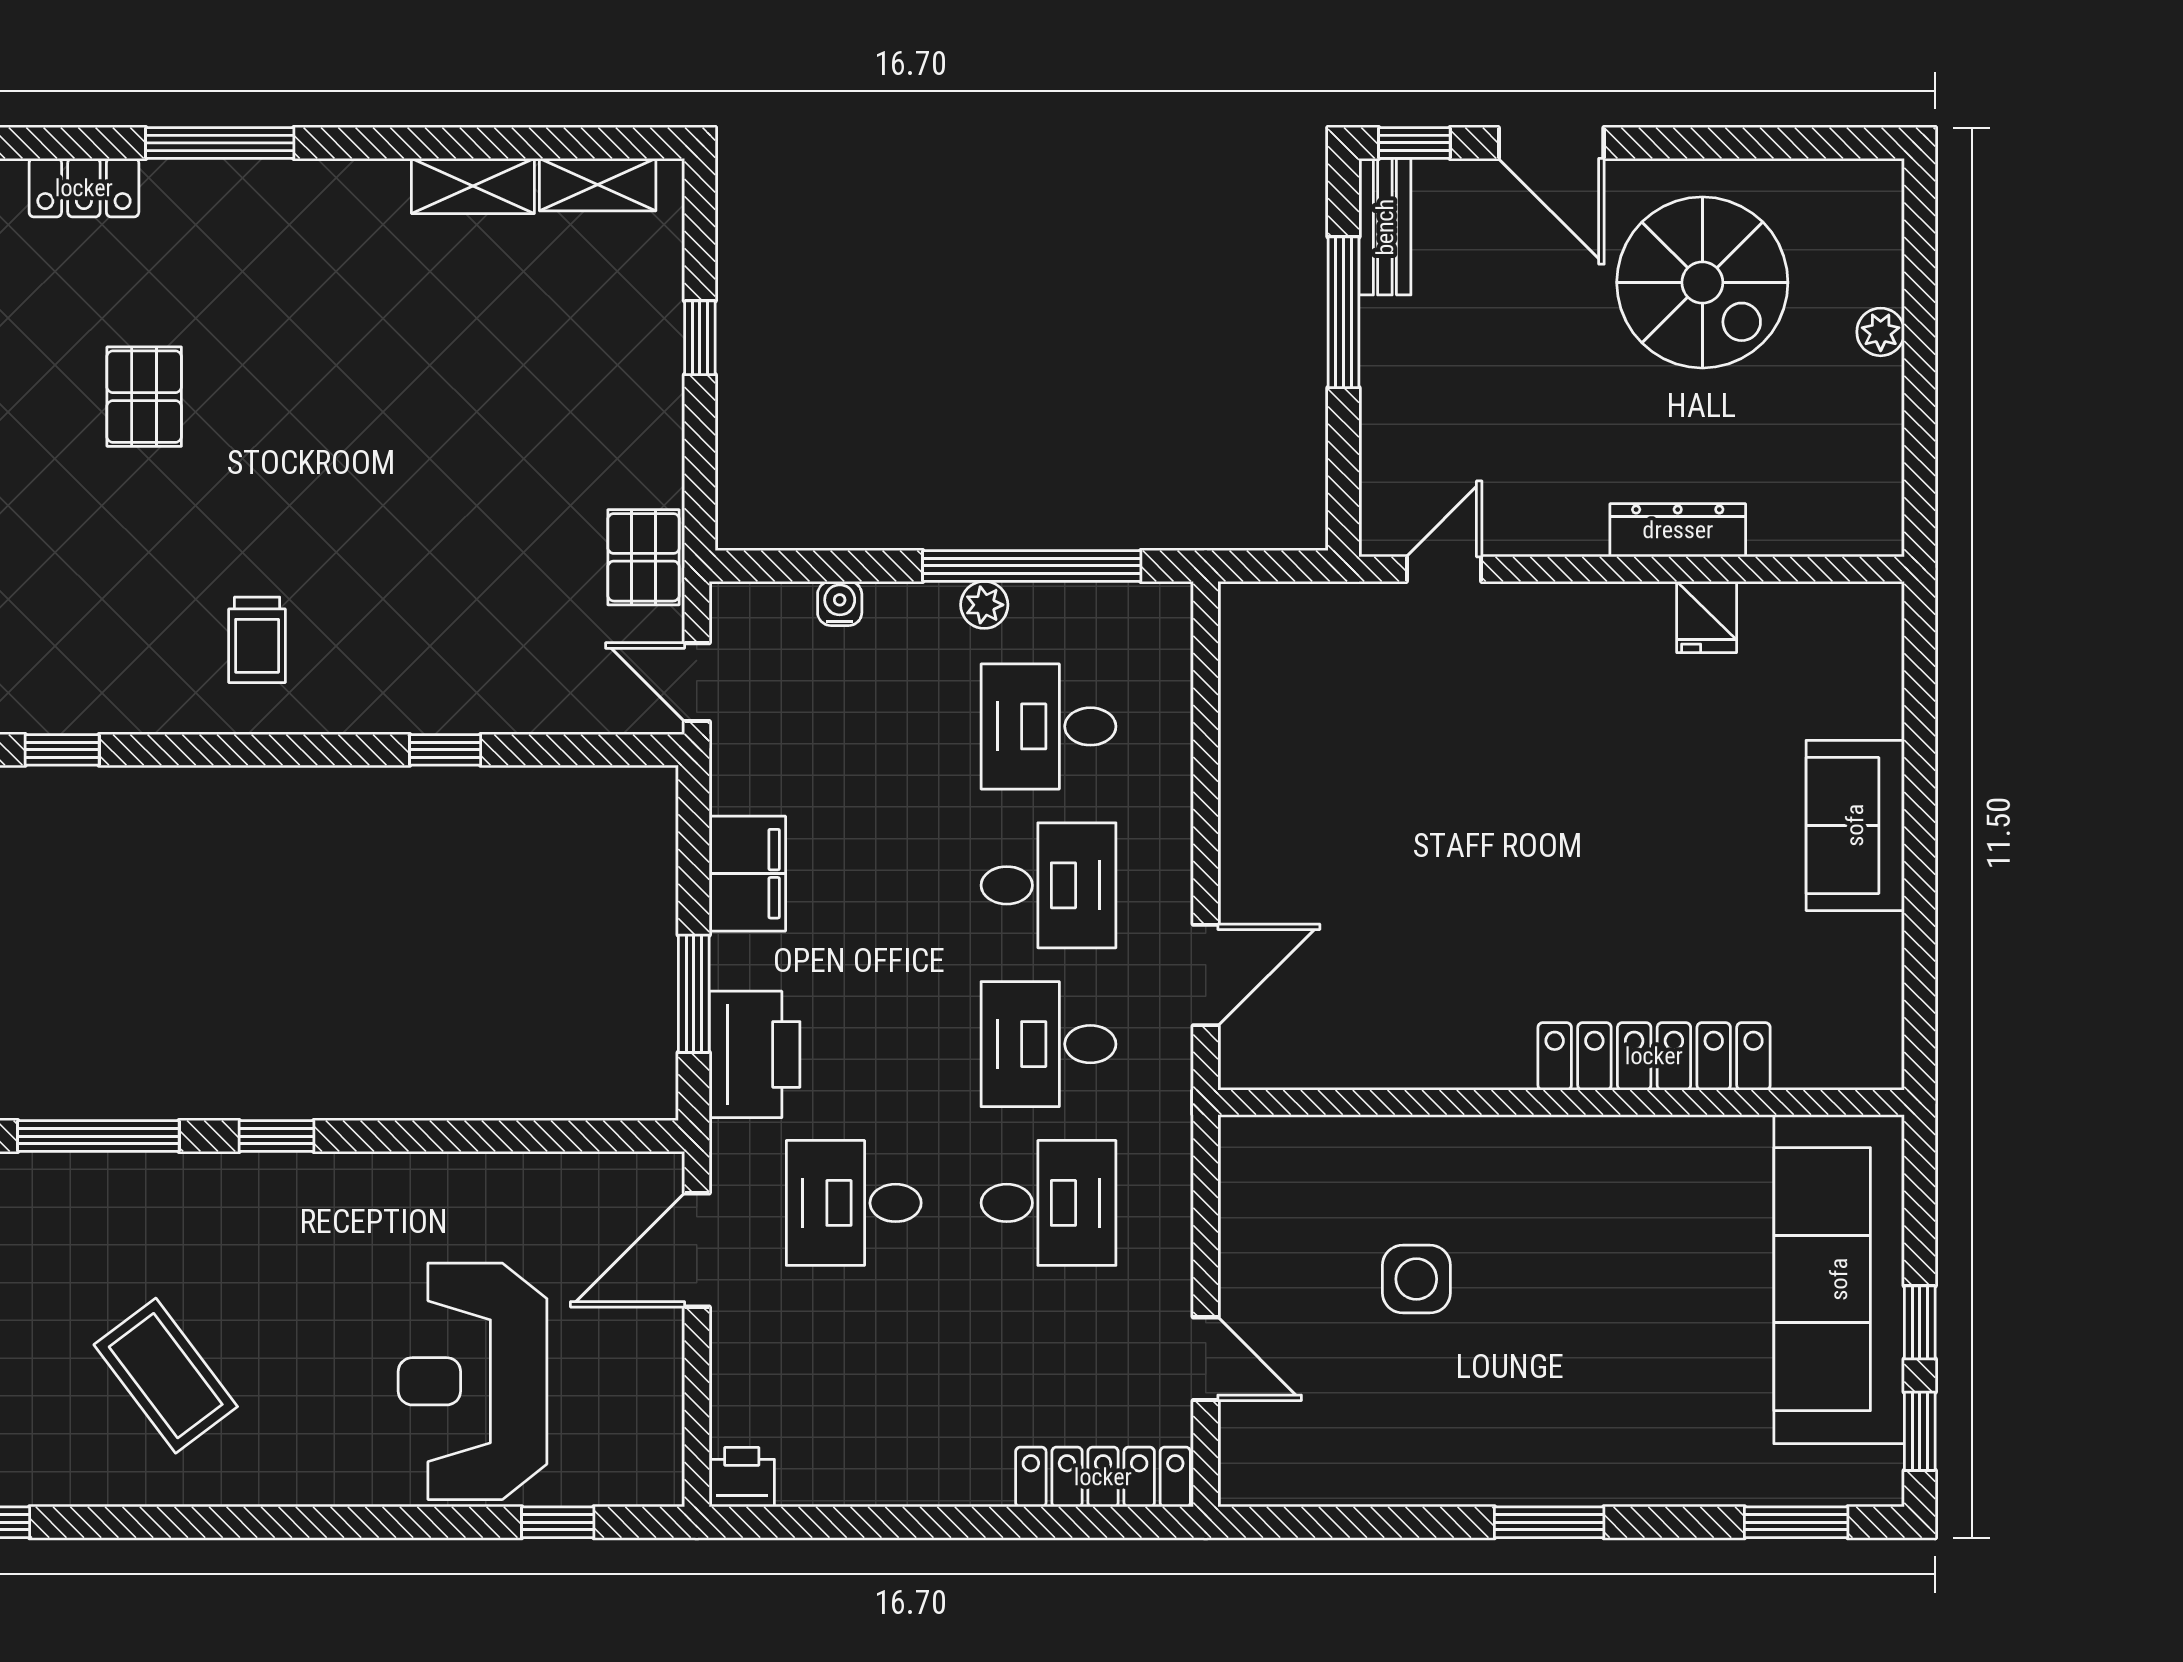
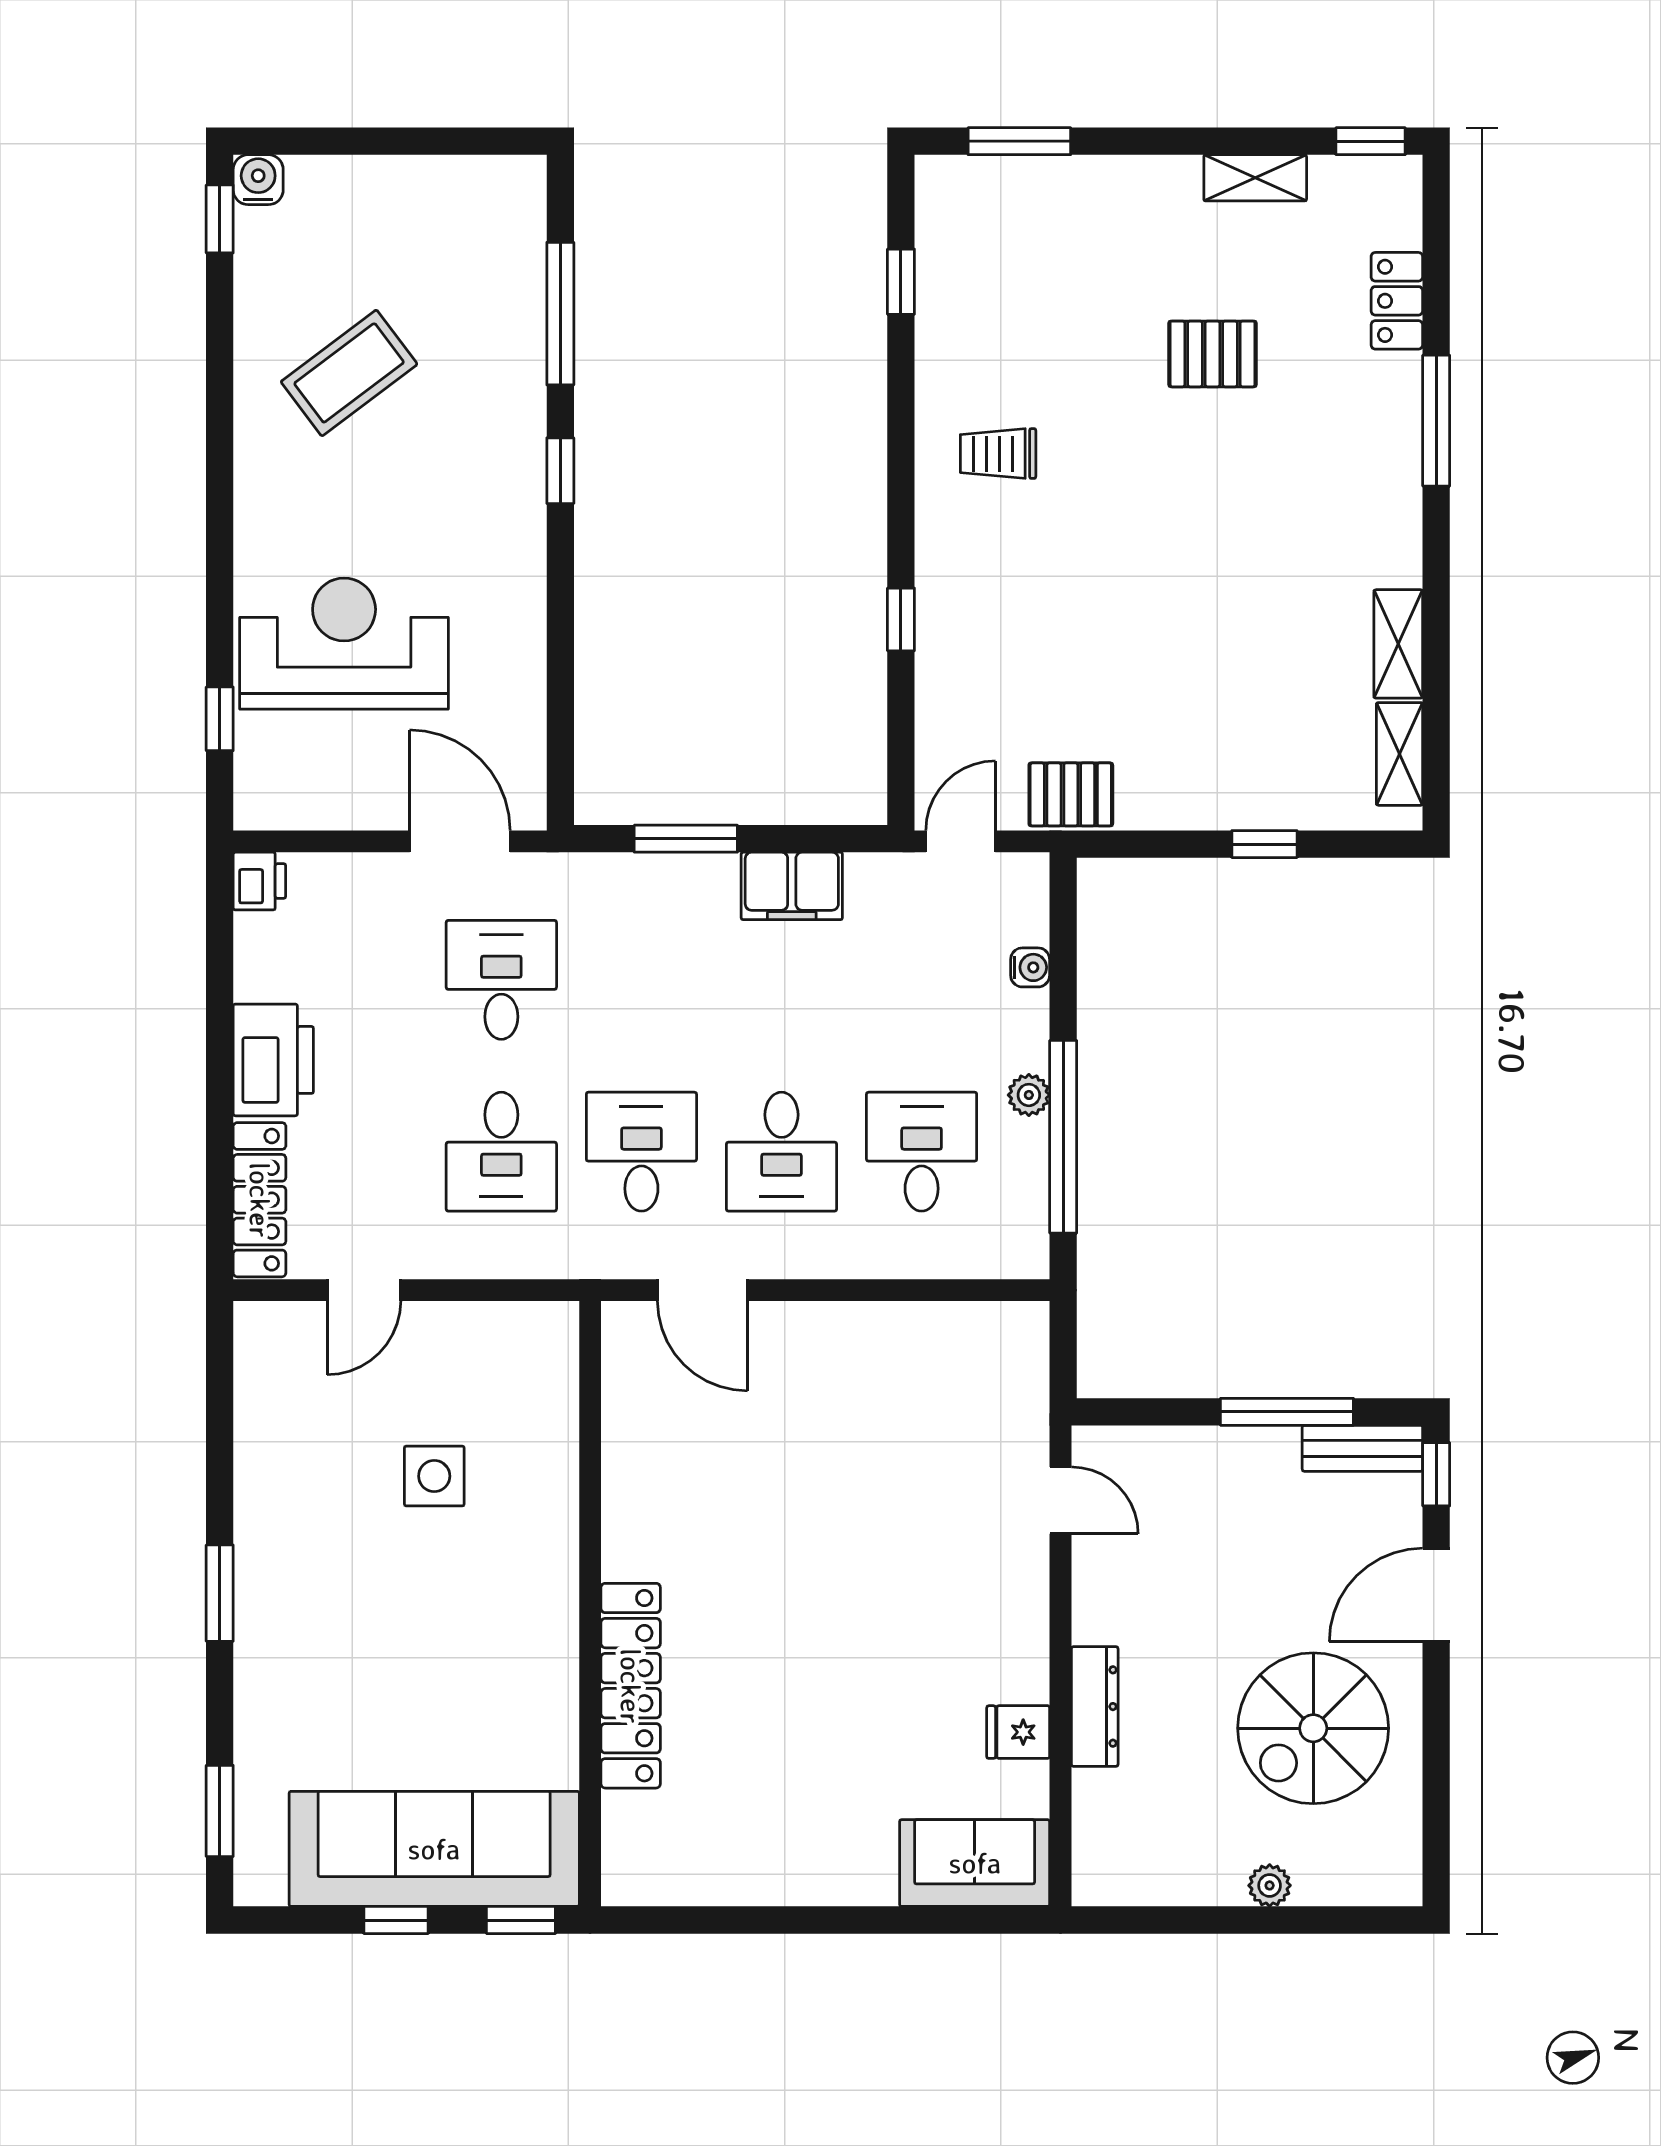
sofa: (1855, 825) -> (975, 1863), moved
printer: (755, 1054) -> (273, 1060), moved, turned -90
window: (1920, 1431) -> (521, 1920), moved

